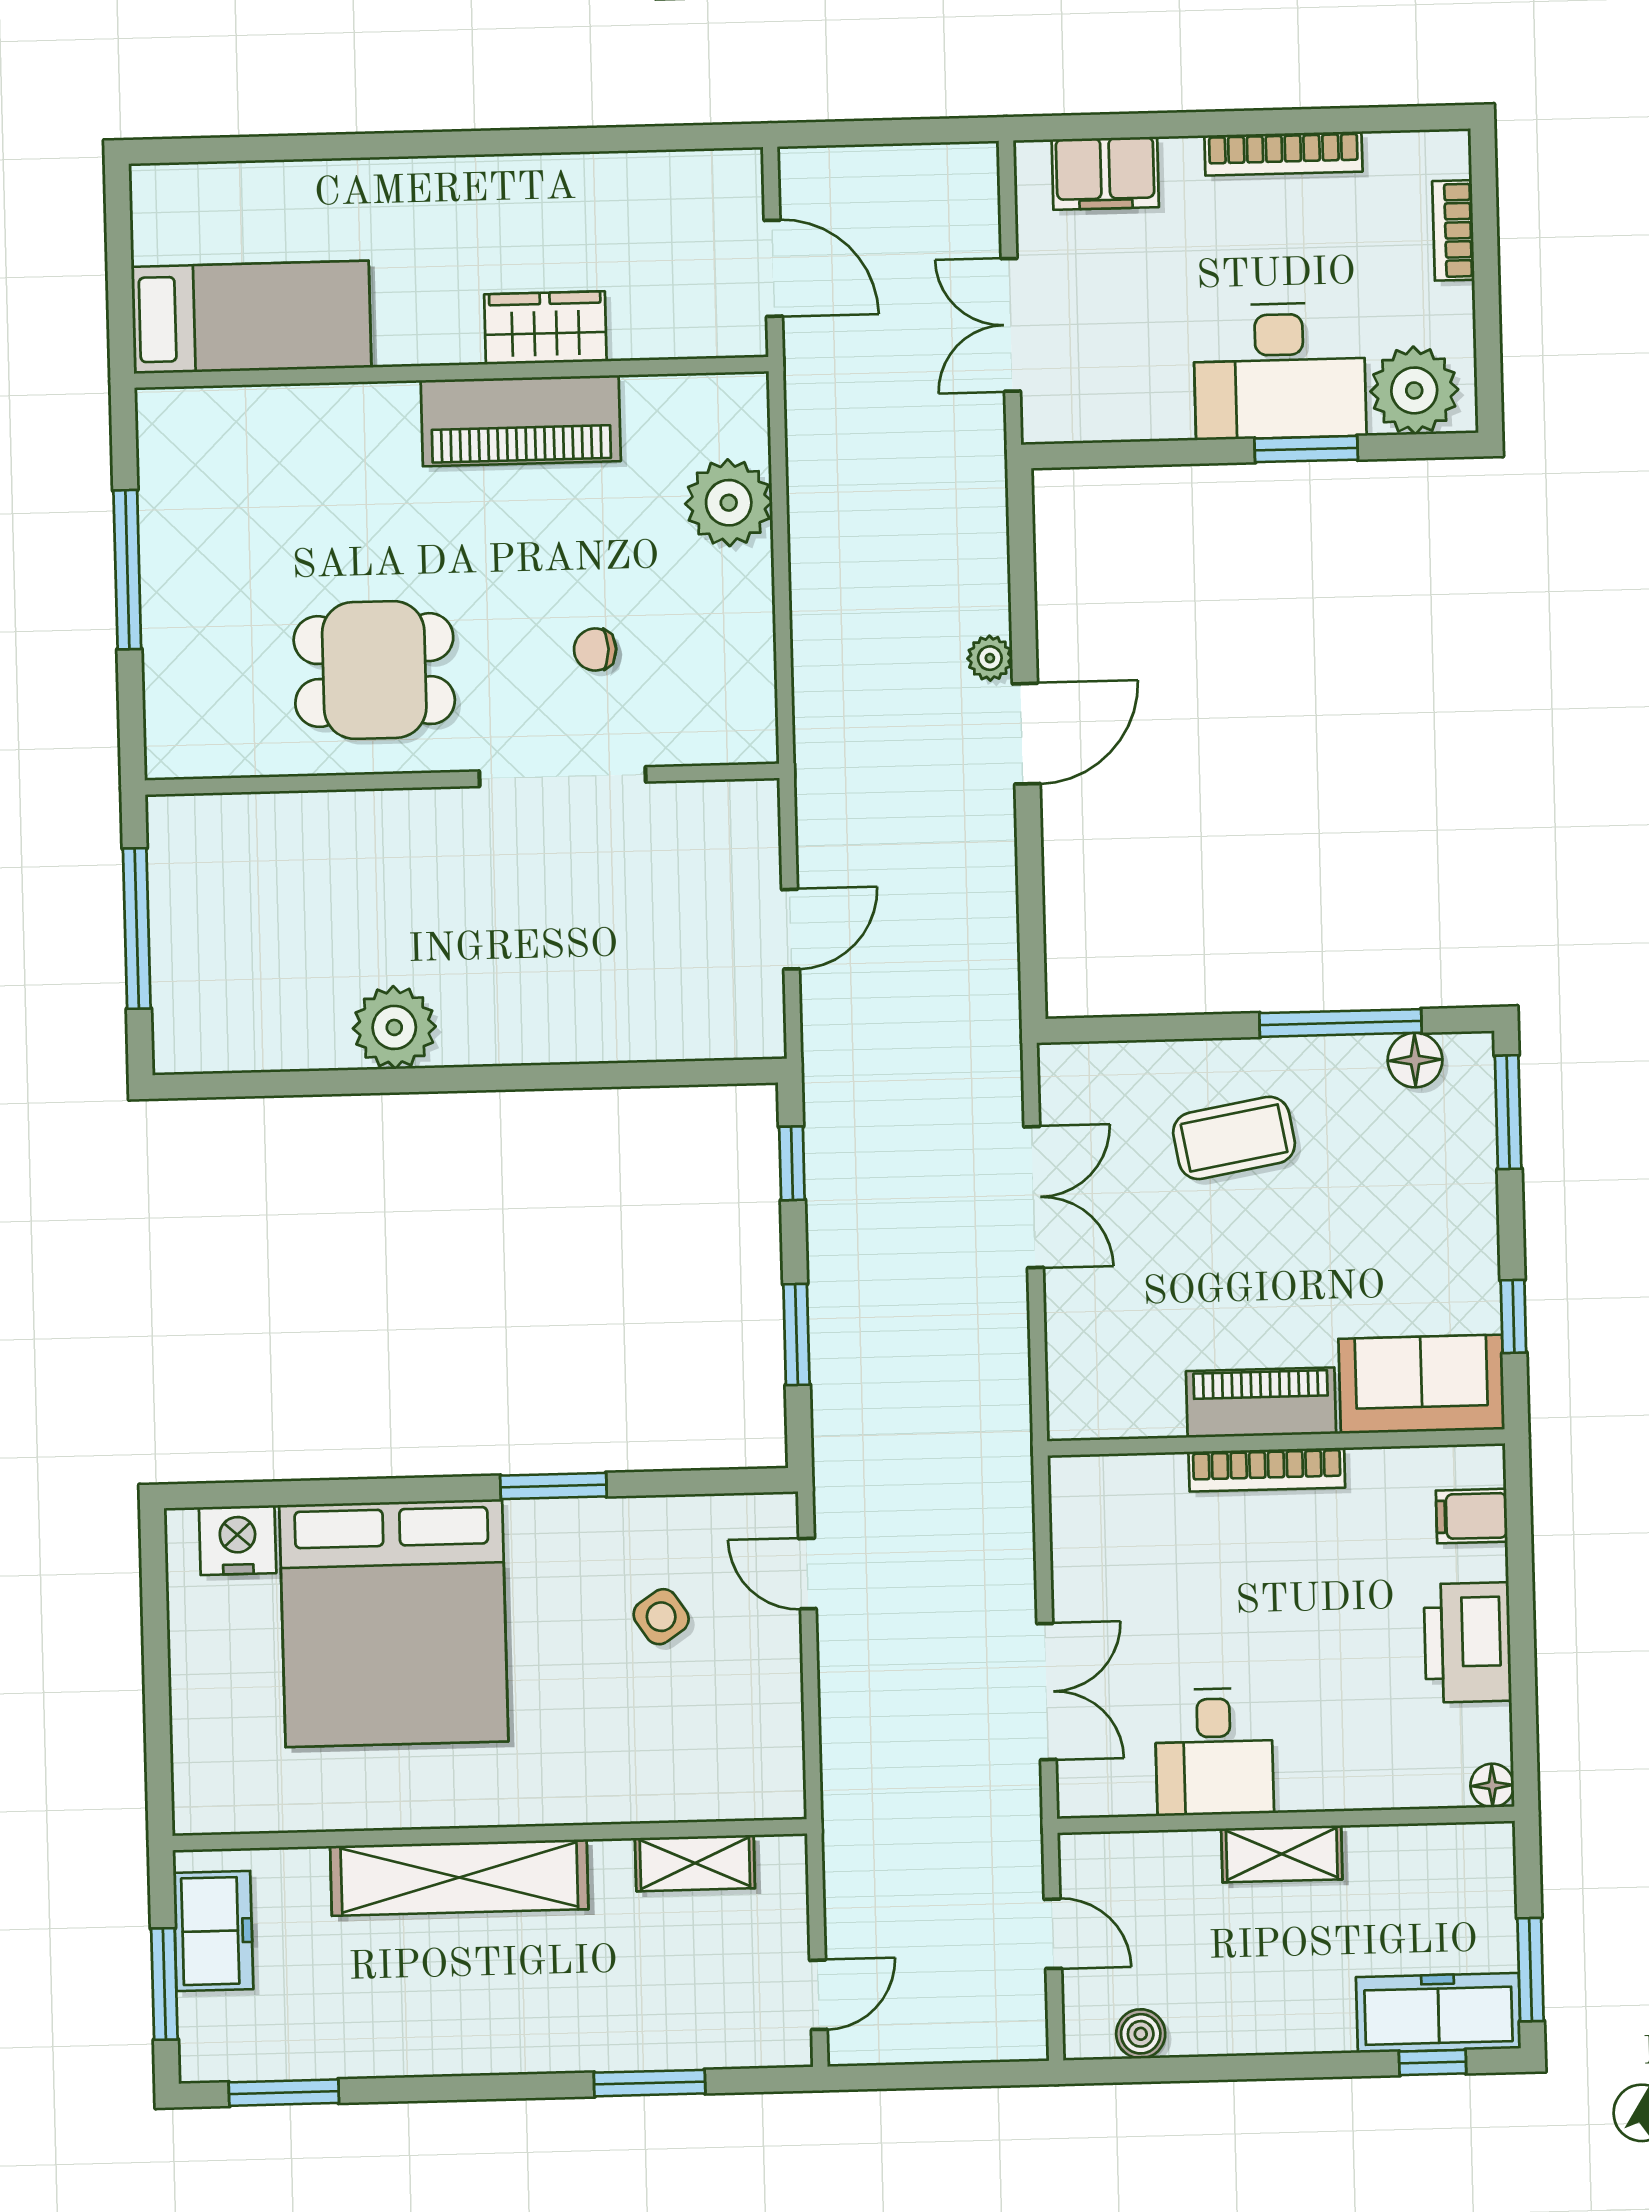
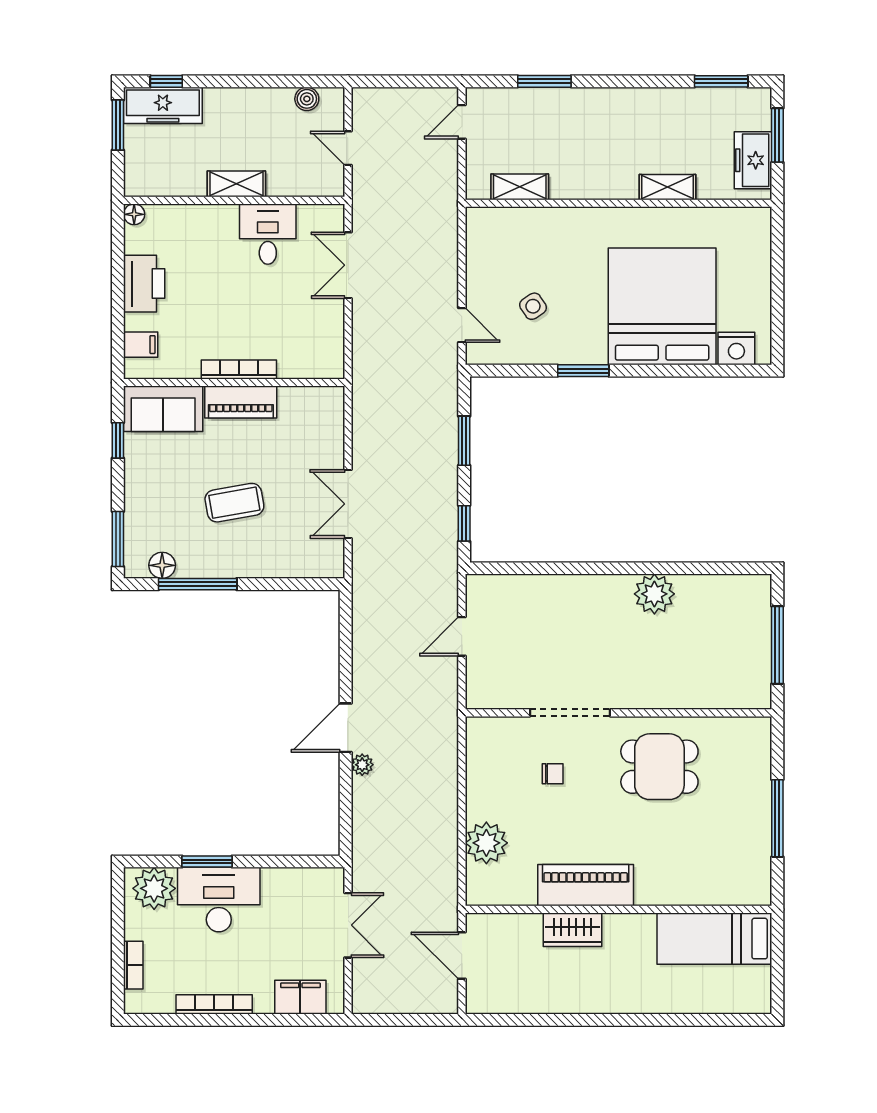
coffee table: (1234, 1138) -> (234, 503), moved
shelving: (459, 1878) -> (667, 187), width x0.45, depth x0.75

